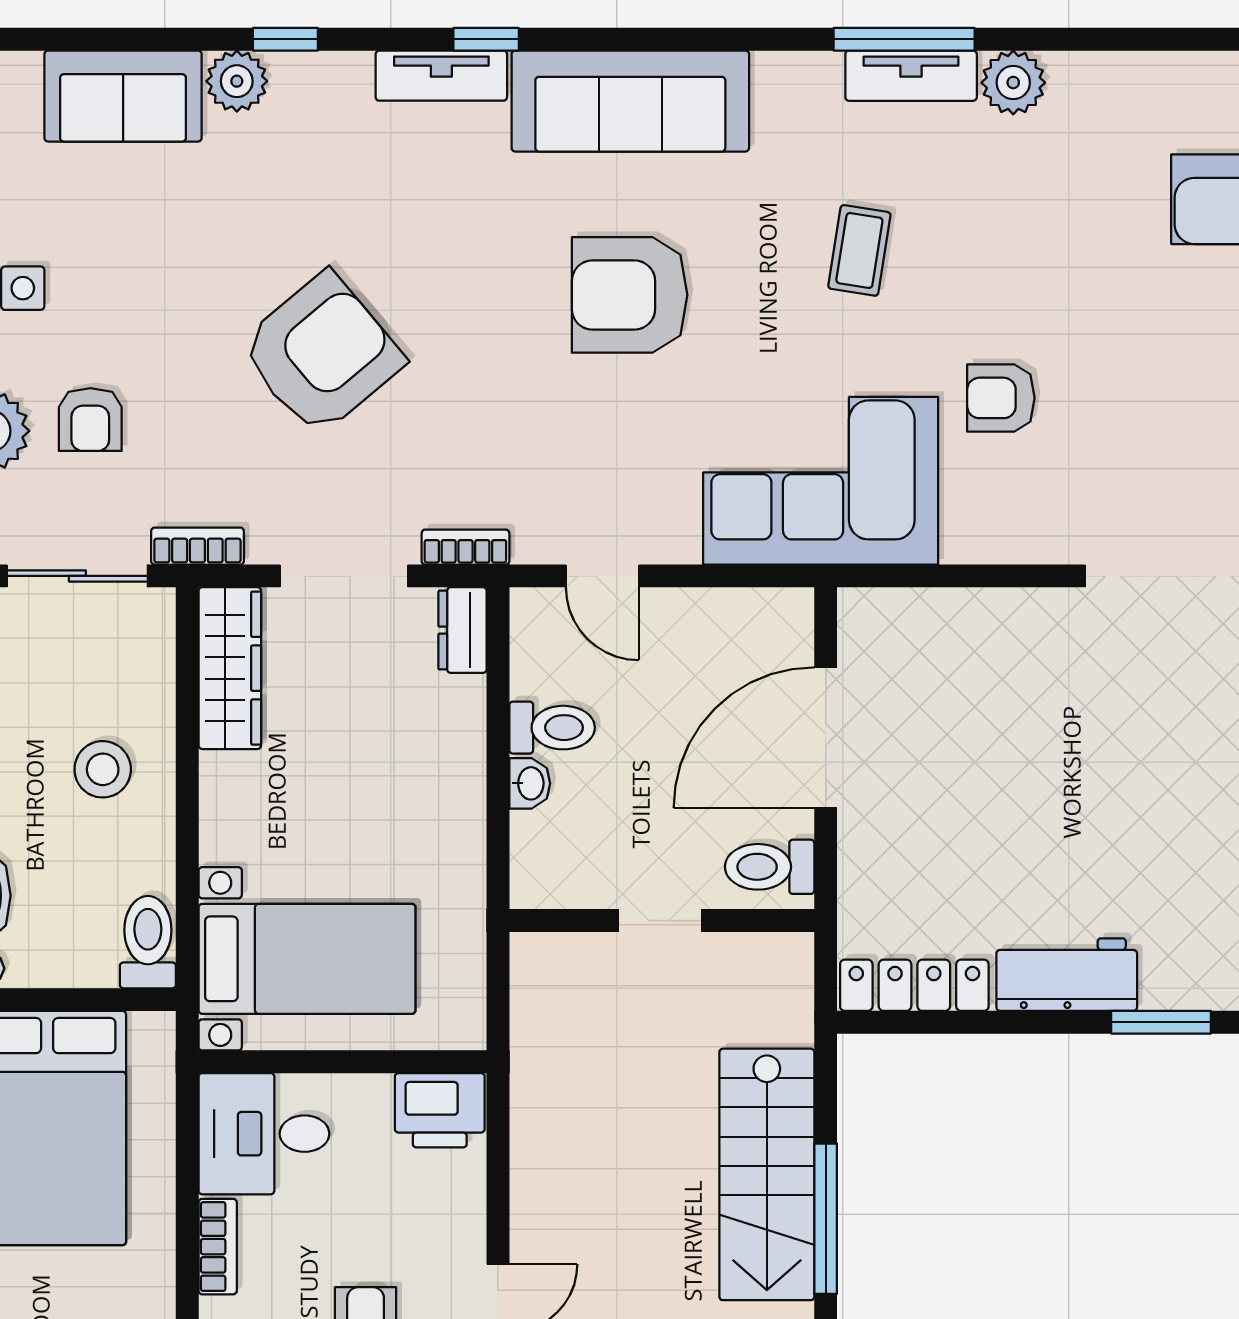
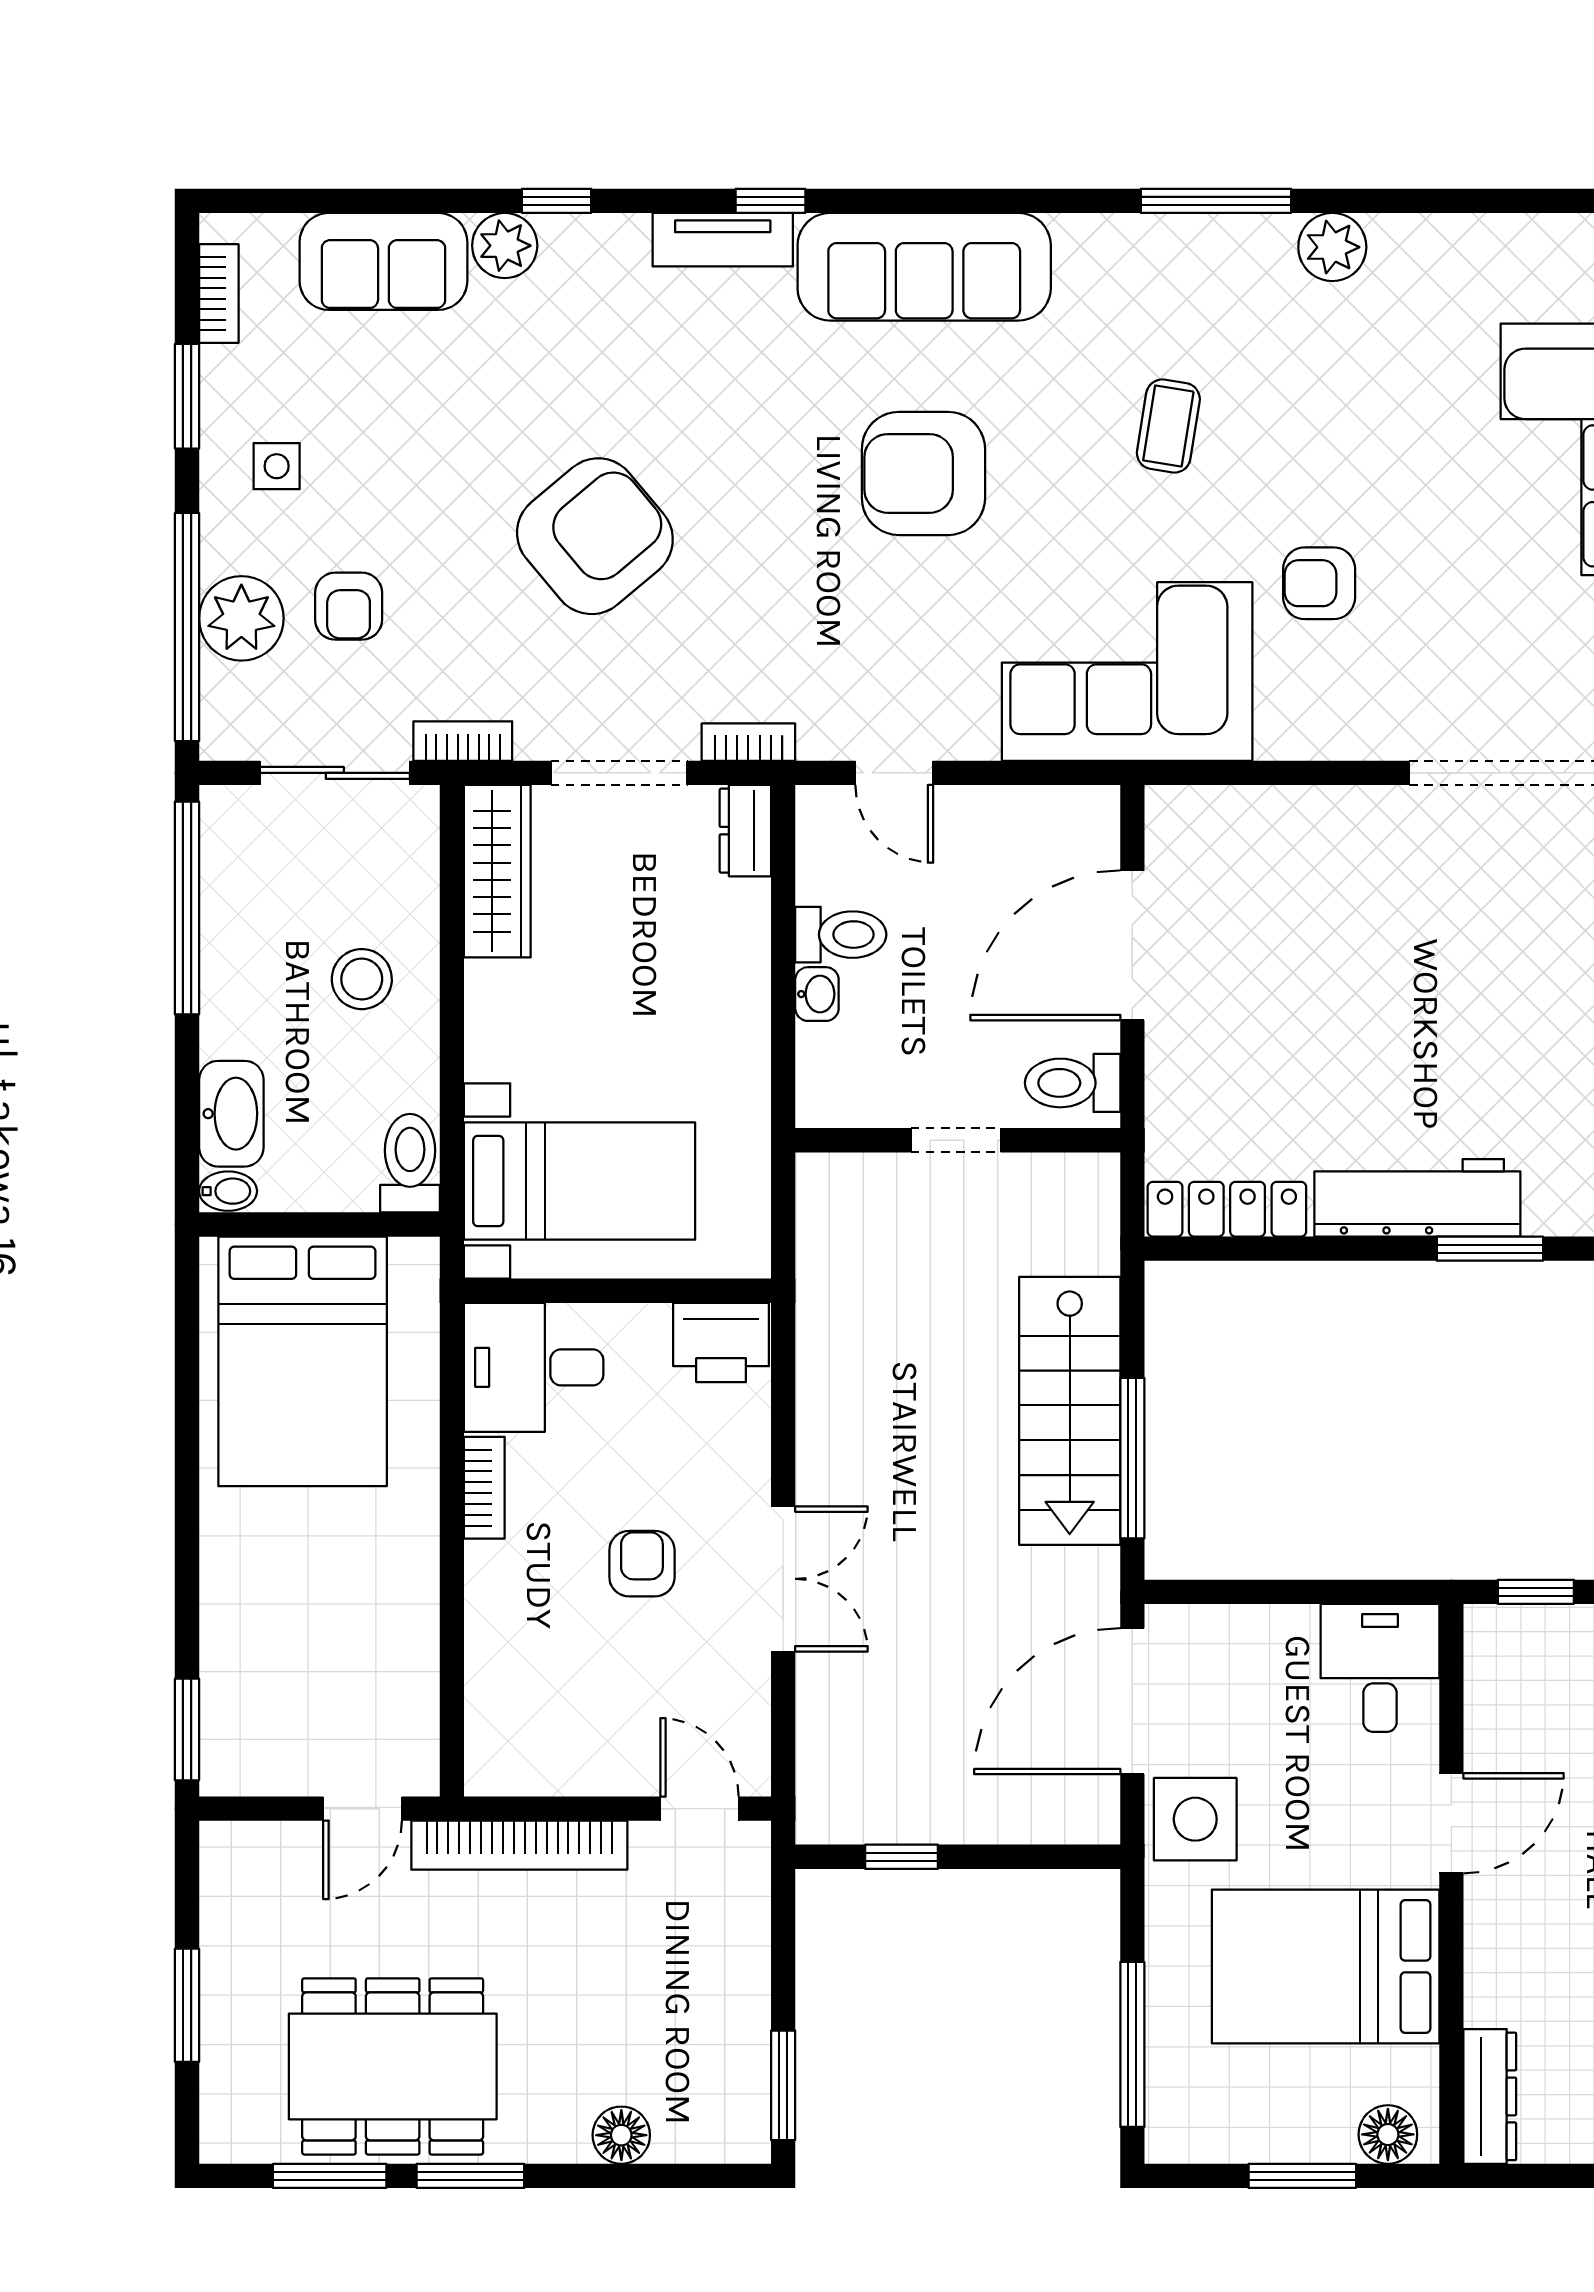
tv unit: (911, 76) -> (1223, 240), removed
workbench: (1067, 975) -> (1417, 1198), width x1.38

